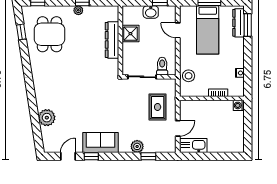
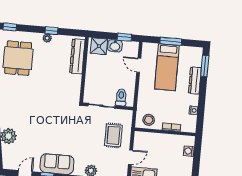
dresser: (239, 23) -> (195, 80), moved
shower: (130, 34) -> (99, 46), moved
dresser: (112, 40) -> (77, 56), moved
stool: (189, 76) -> (149, 120), moved
washing machine: (239, 105) -> (189, 151), moved

